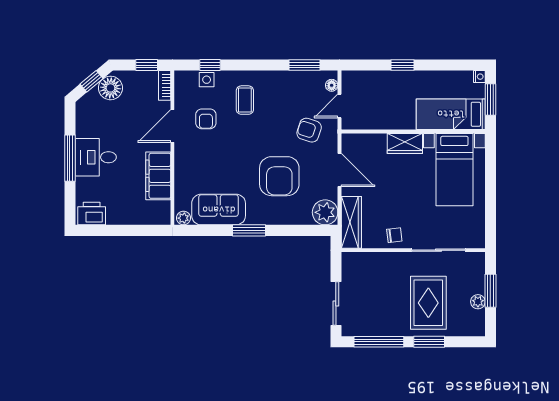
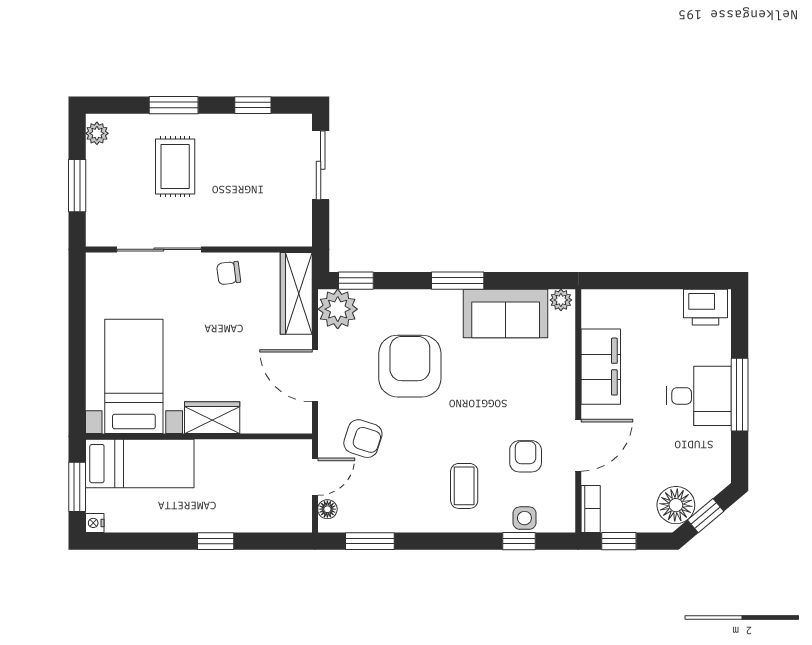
window: (314, 230) -> (356, 281), added
plant: (478, 302) -> (97, 133), moved
rug: (428, 303) -> (175, 166), width x0.73, depth x0.70
window: (379, 342) -> (253, 105), width x0.46

